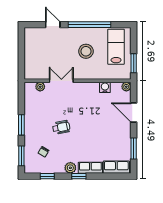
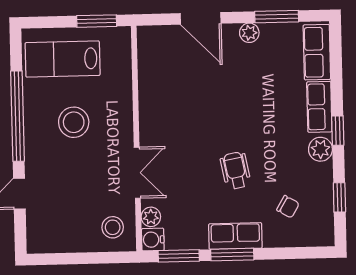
stool: (36, 68) -> (113, 227), added
double door: (61, 81) -> (137, 173), swing flipped
water cooler: (105, 87) -> (153, 240), moved
plant: (126, 87) -> (249, 33), moved
door: (134, 113) -> (201, 18), hinge flipped
row of seats: (30, 126) -> (235, 236), added
window: (21, 156) -> (179, 256), moved

